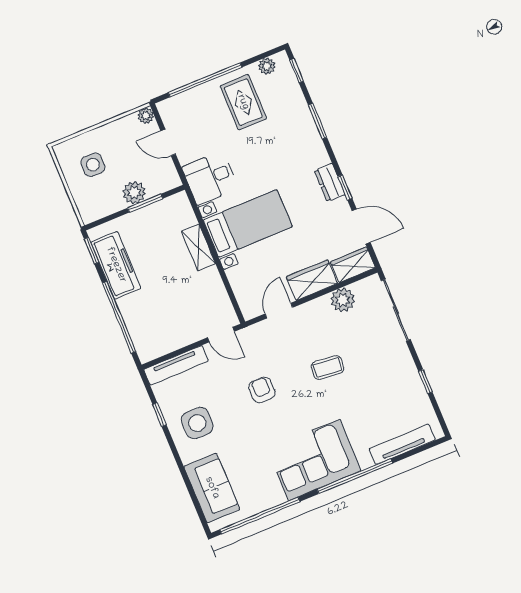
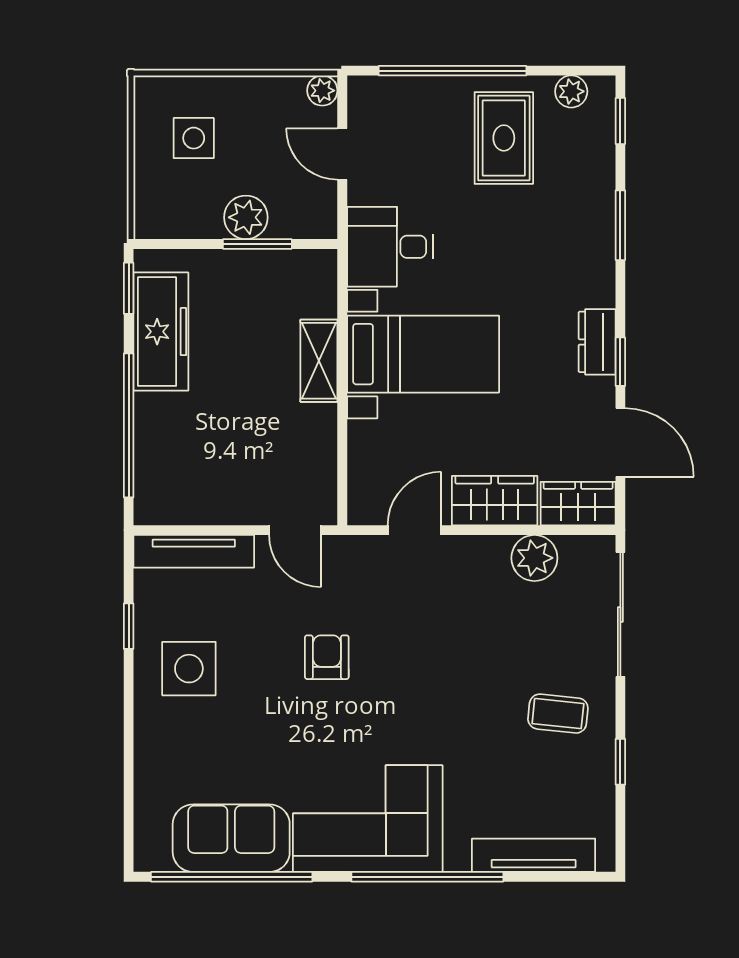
coffee table: (327, 368) -> (558, 714), moved
sofa: (212, 488) -> (231, 838), moved, turned -90

